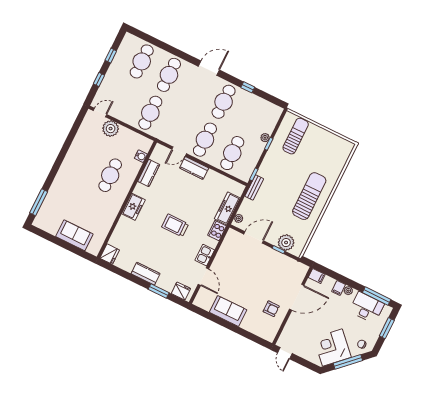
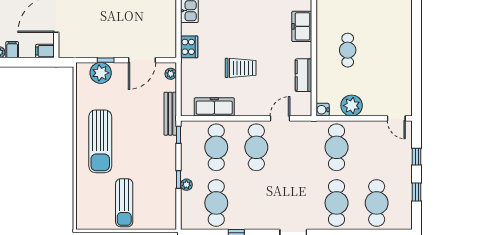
cafe table: (224, 102) -> (216, 203), moved
door: (100, 112) -> (396, 118), hinge flipped
plant: (111, 129) -> (352, 106), moved
sun lounger: (296, 136) -> (124, 203), moved
water cooler: (141, 156) -> (323, 110), moved
kitchen counter: (194, 168) -> (253, 108), removed
cafe table: (110, 175) -> (348, 50), width x0.73, depth x0.74
bench: (254, 187) -> (170, 114), width x1.36
freezer: (227, 208) -> (214, 107), moved, turned -90
trolley: (175, 225) -> (241, 68), moved

